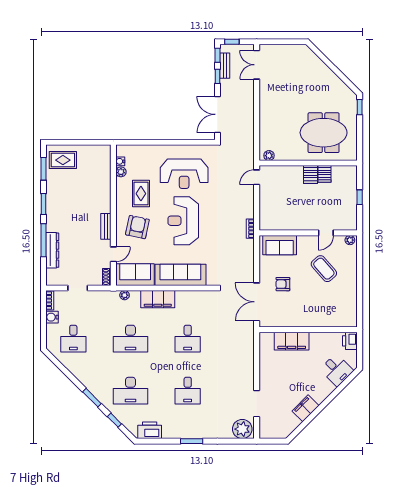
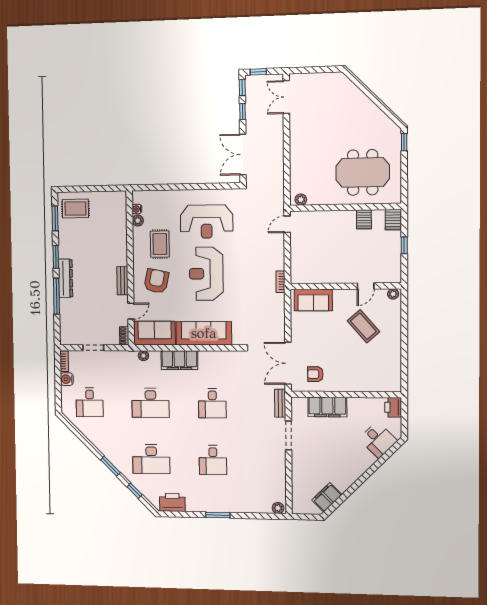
bench: (225, 66) -> (280, 403), moved
server rack: (310, 175) -> (393, 220), moved
dresser: (52, 250) -> (65, 278), moved
armchair: (283, 284) -> (315, 374), moved
doorway: (257, 404) -> (288, 436), moved
filing cabinet: (306, 408) -> (327, 497), moved
plant: (242, 429) -> (278, 508), width x0.53, depth x0.53

